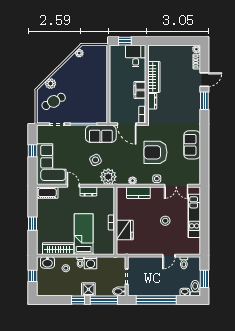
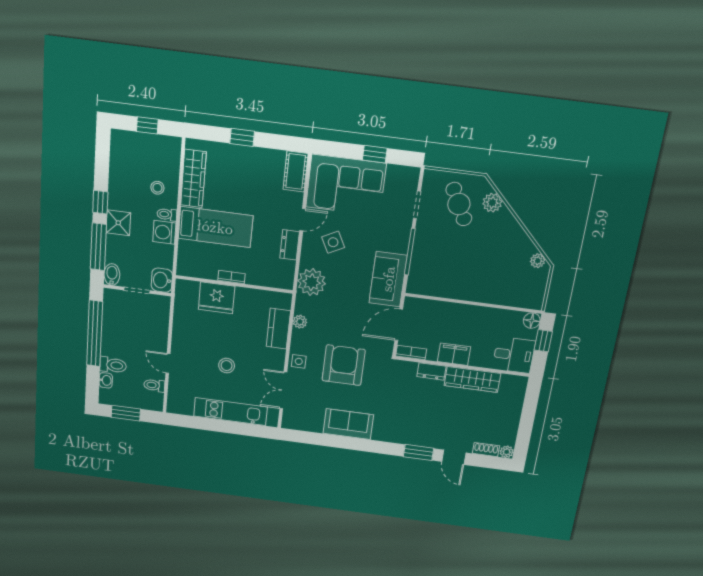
floor lamp: (114, 50) -> (532, 321), added
side table: (95, 160) -> (333, 242), moved
washbasin: (47, 262) -> (162, 280), moved
toilet: (195, 288) -> (113, 365), moved

